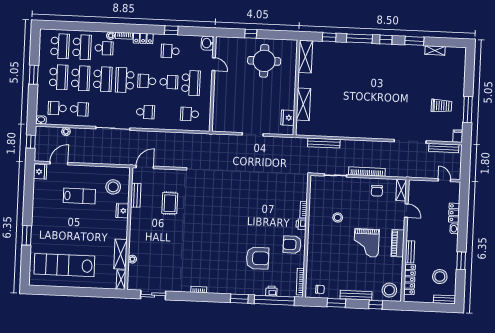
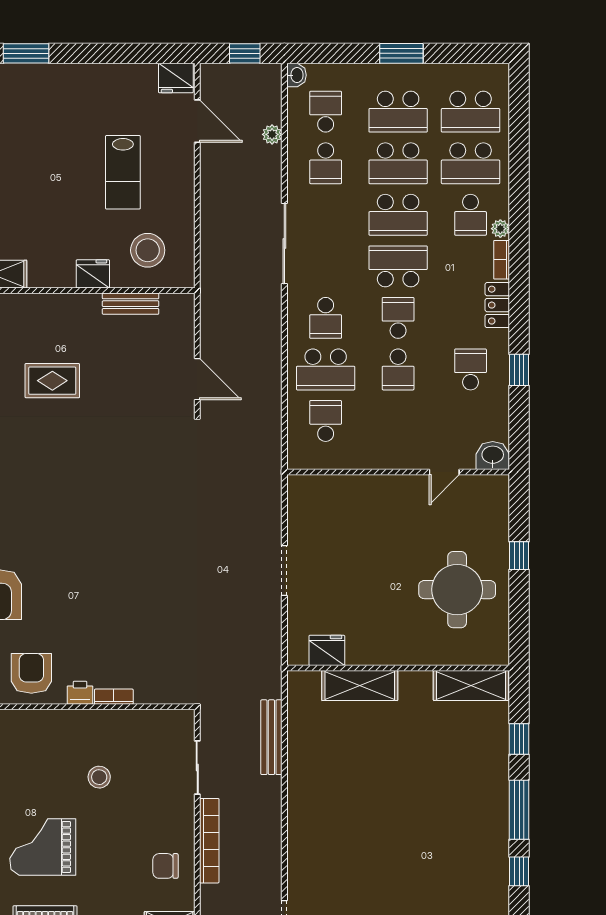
school desk: (191, 83) -> (326, 369), moved
door: (145, 167) -> (197, 379), moved
rug: (170, 203) -> (52, 381), moved

